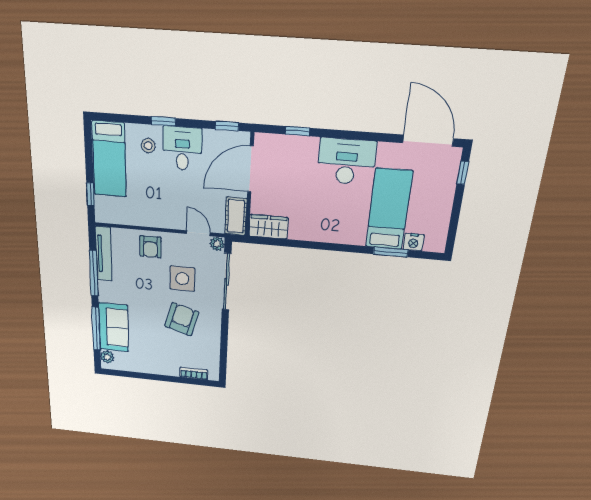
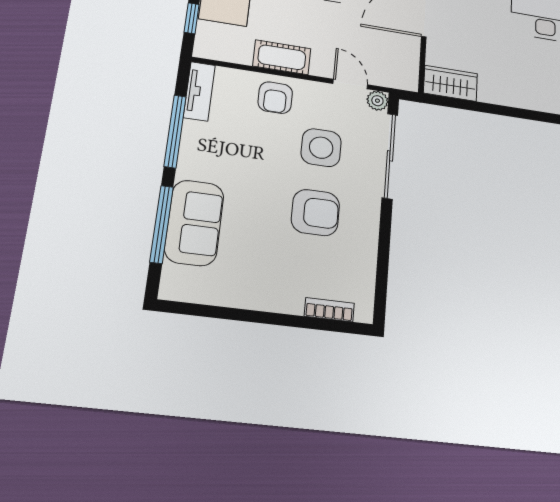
cot: (236, 216) -> (282, 57), moved, turned 90
tv unit: (104, 254) -> (199, 91), width x0.71
armchair: (182, 319) -> (315, 213), turned 74
plant: (107, 357) -> (173, 277), removed

